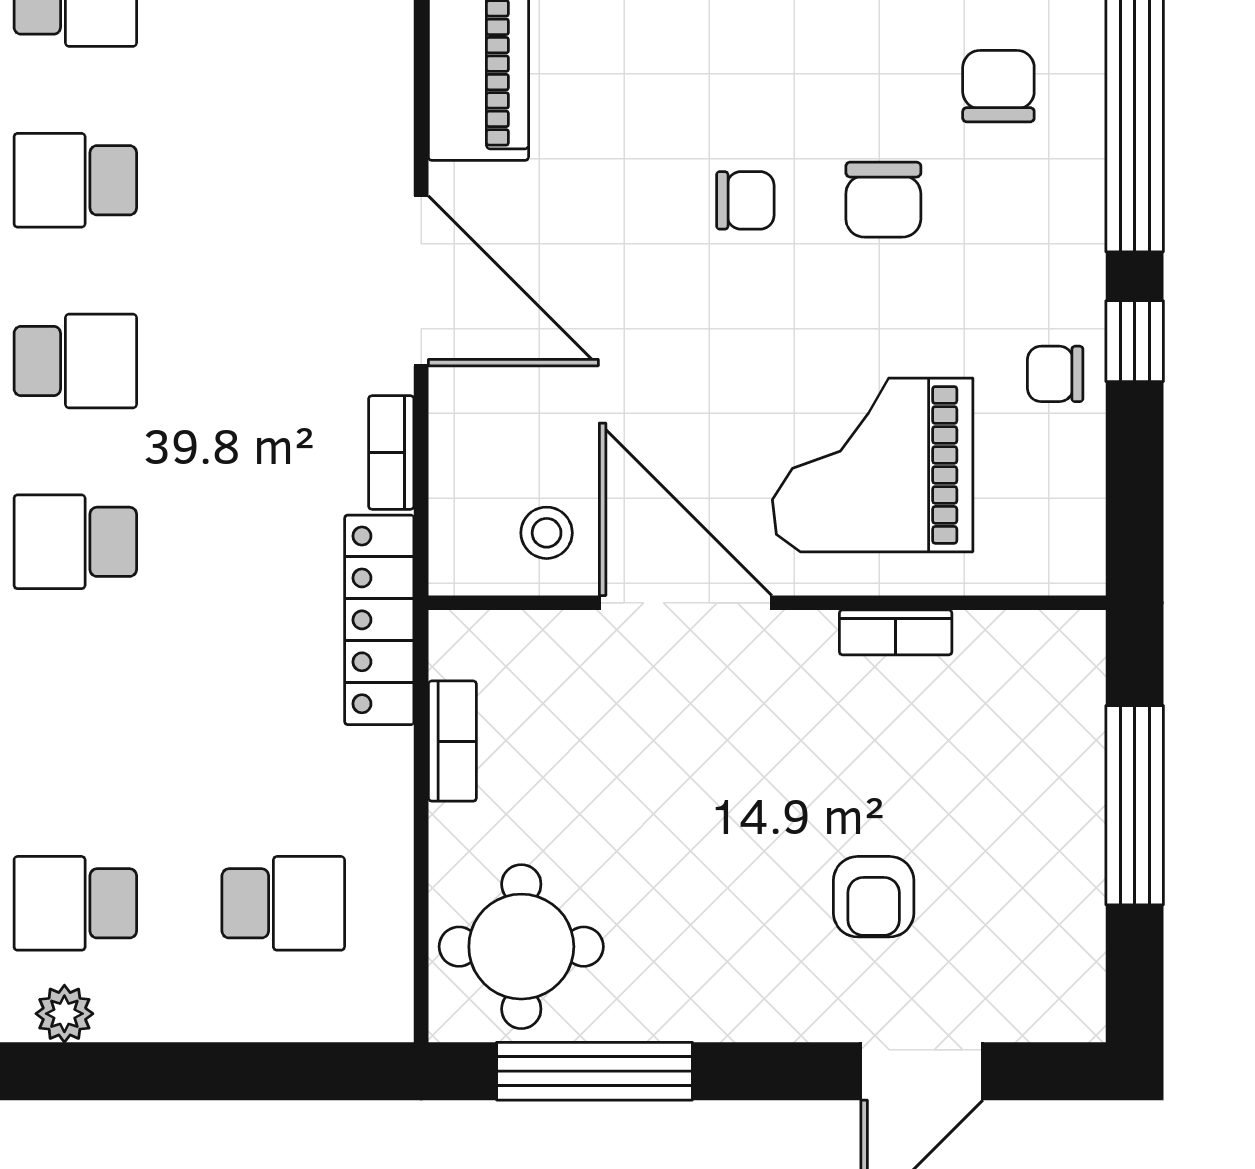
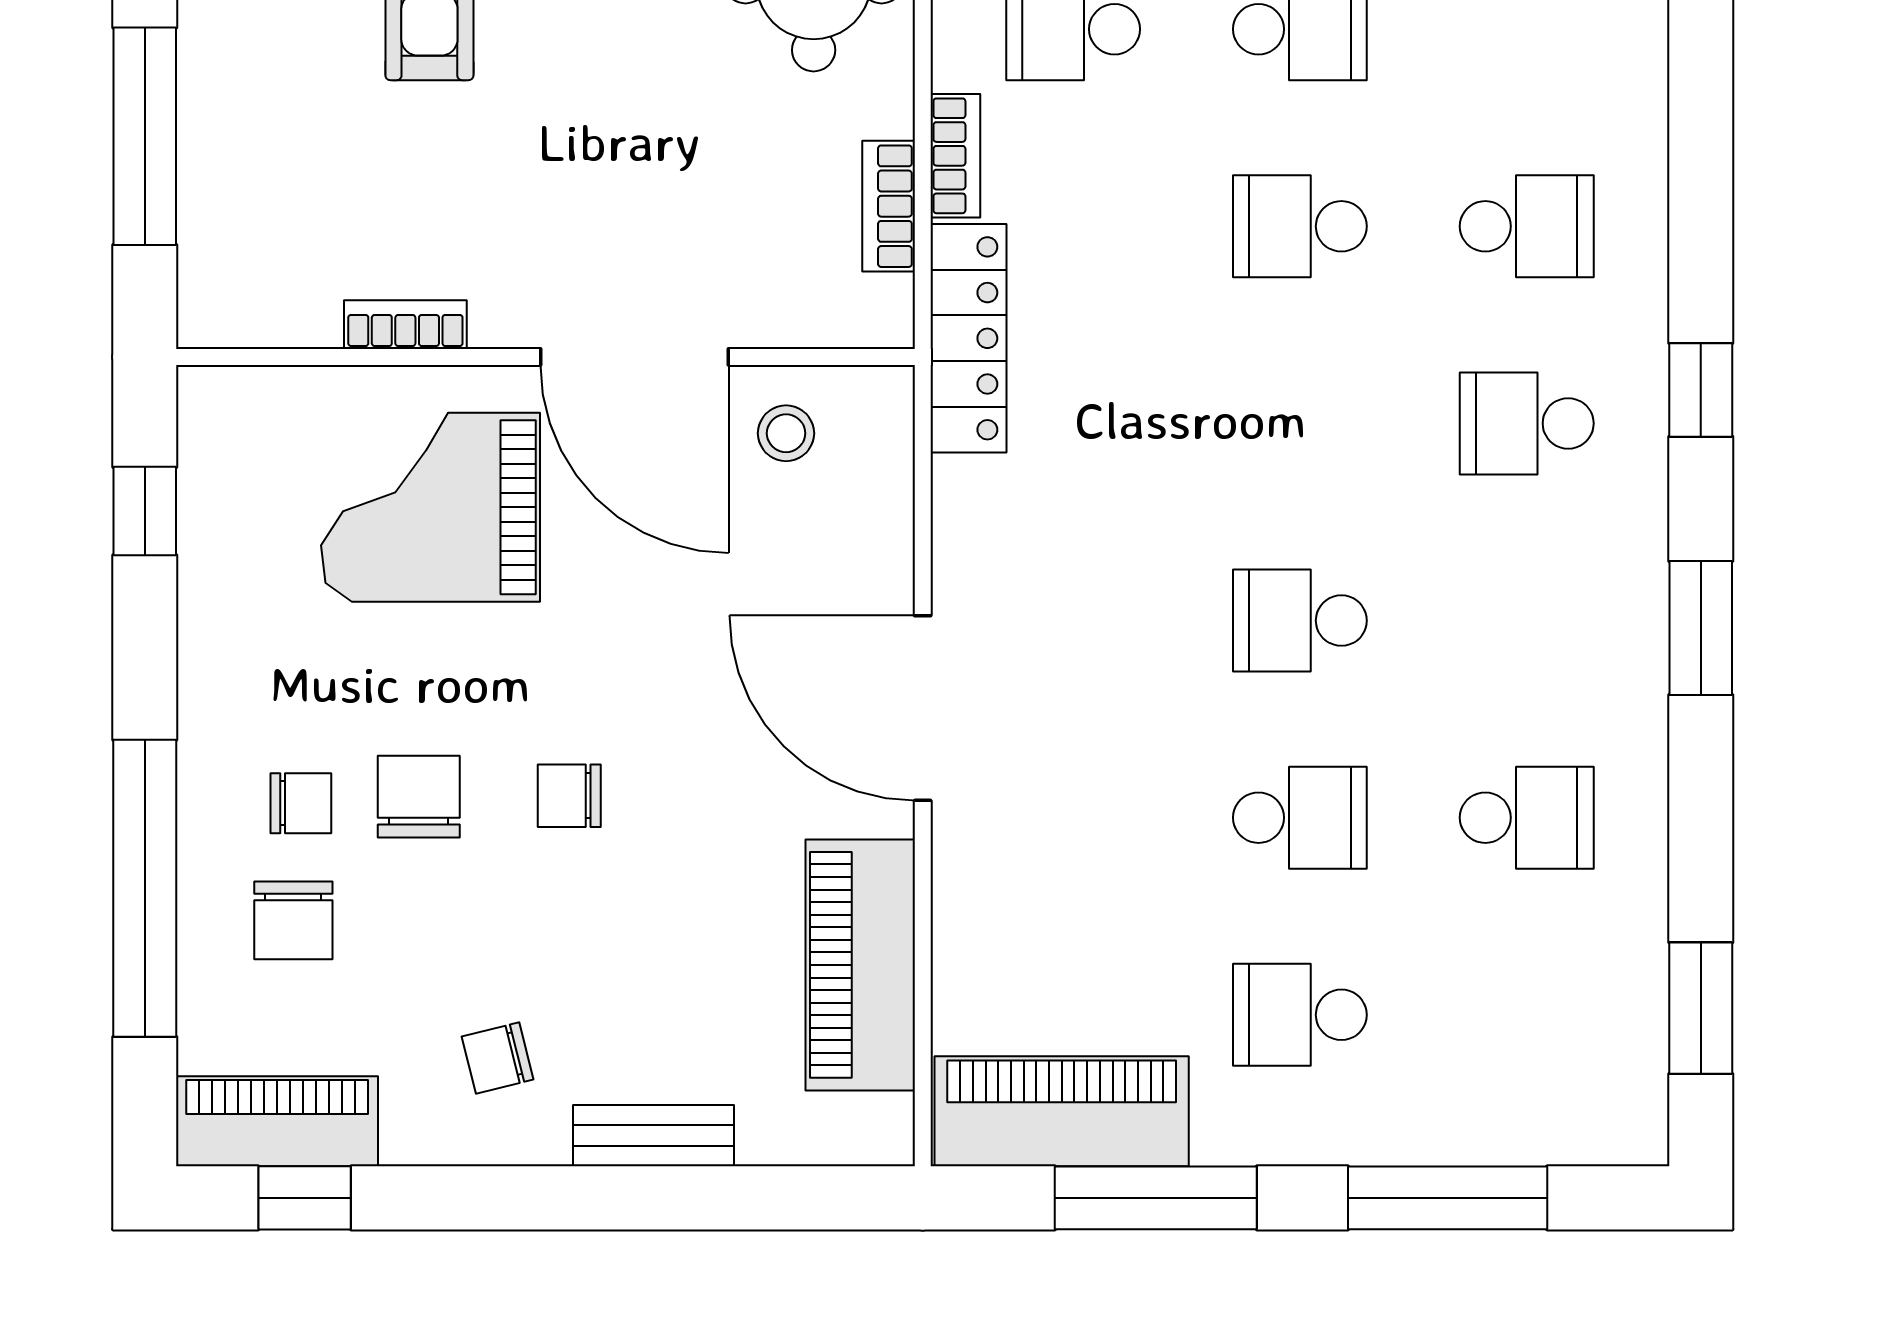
window: (1135, 341) -> (145, 511), moved
chair: (1055, 374) -> (301, 803), moved
bookcase: (391, 453) -> (955, 156), moved
grand piano: (873, 465) -> (431, 507), turned 180
school desk: (75, 542) -> (1300, 226), moved, turned 180

